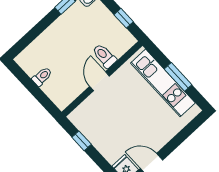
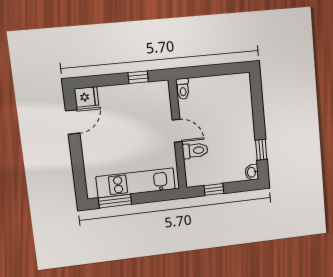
toilet: (42, 77) -> (183, 89), moved
window: (178, 77) -> (115, 201), moved

